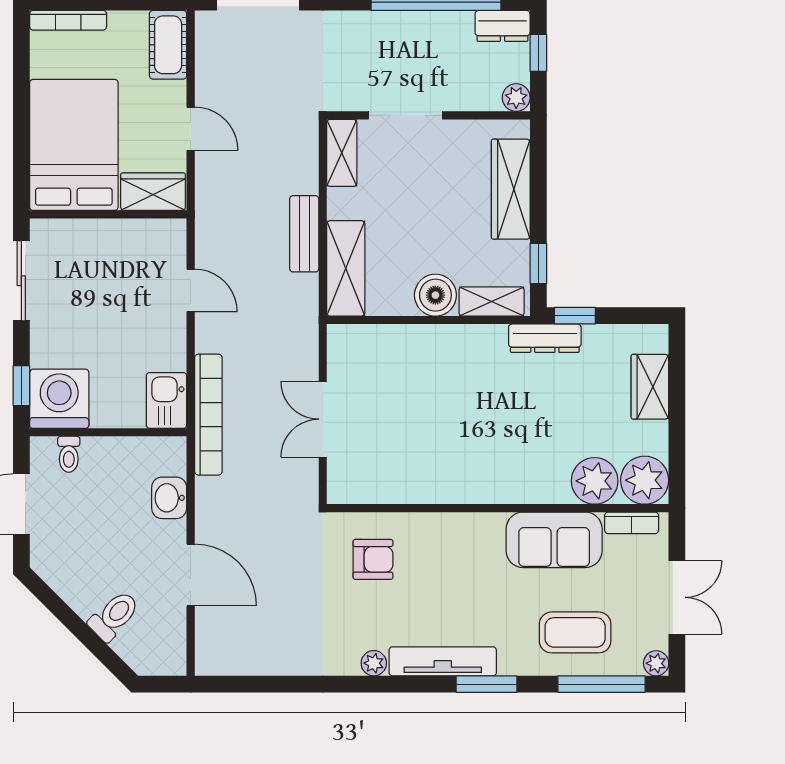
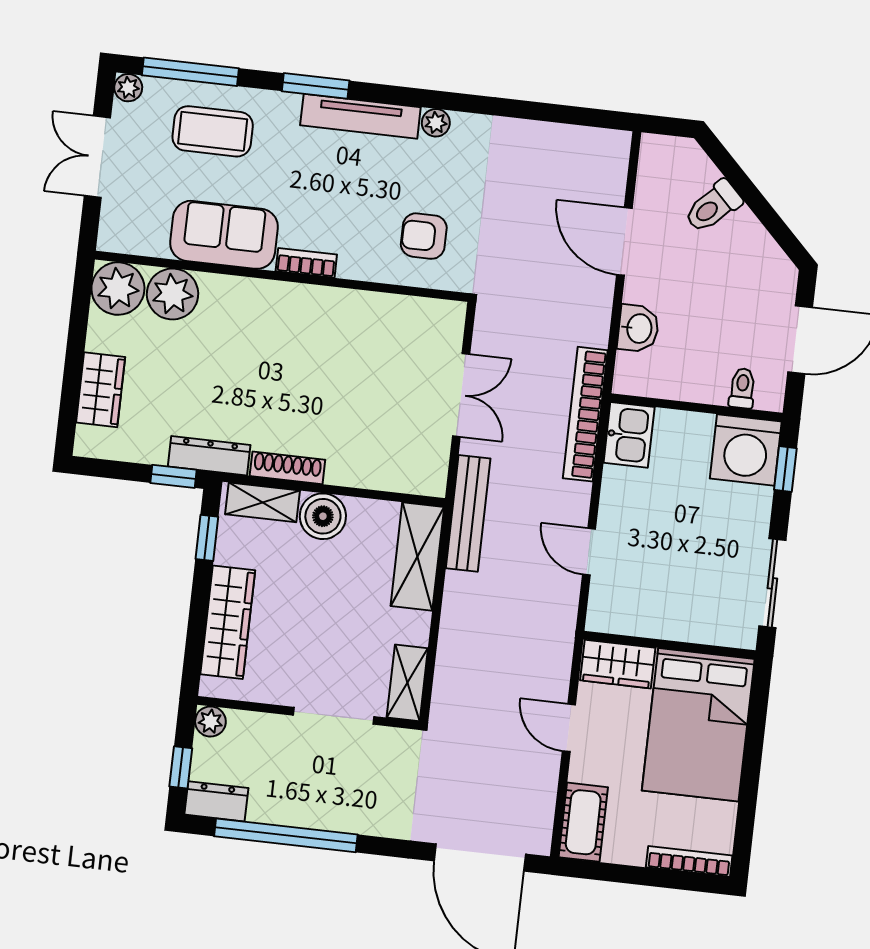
bench: (304, 234) -> (468, 513), moved, width x1.36
shoe rack: (473, 335) -> (287, 468), added
bookcase: (632, 523) -> (306, 263), moved

